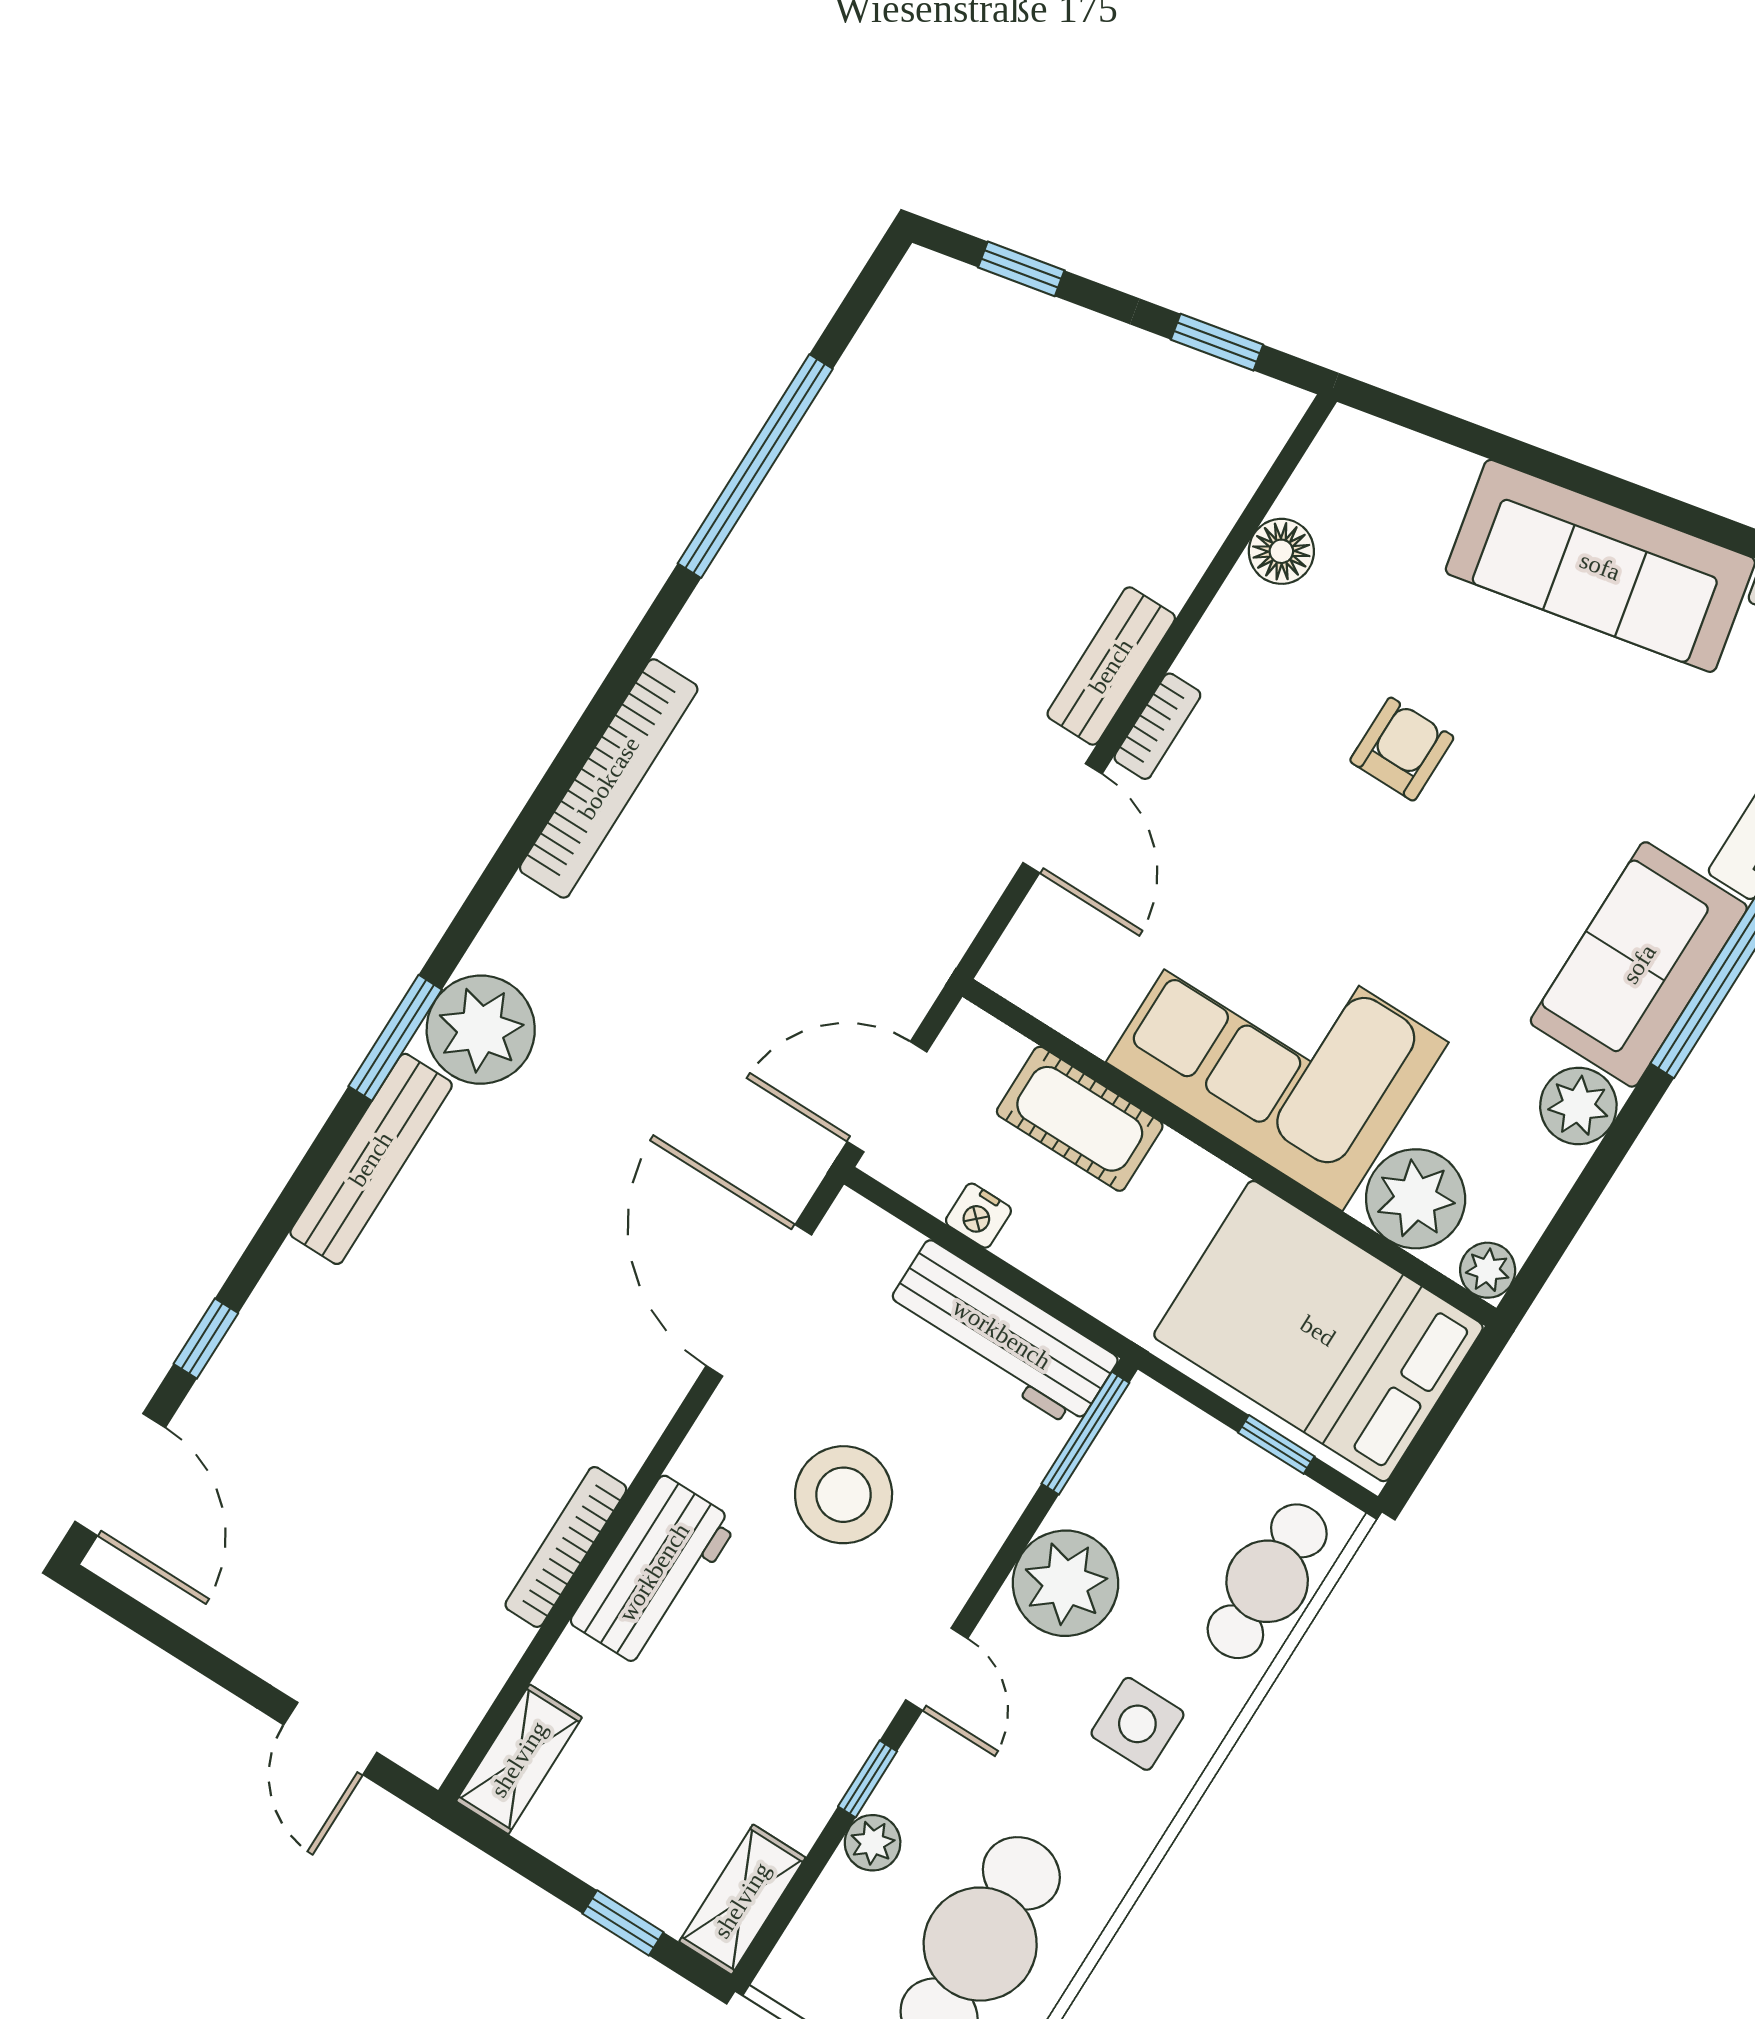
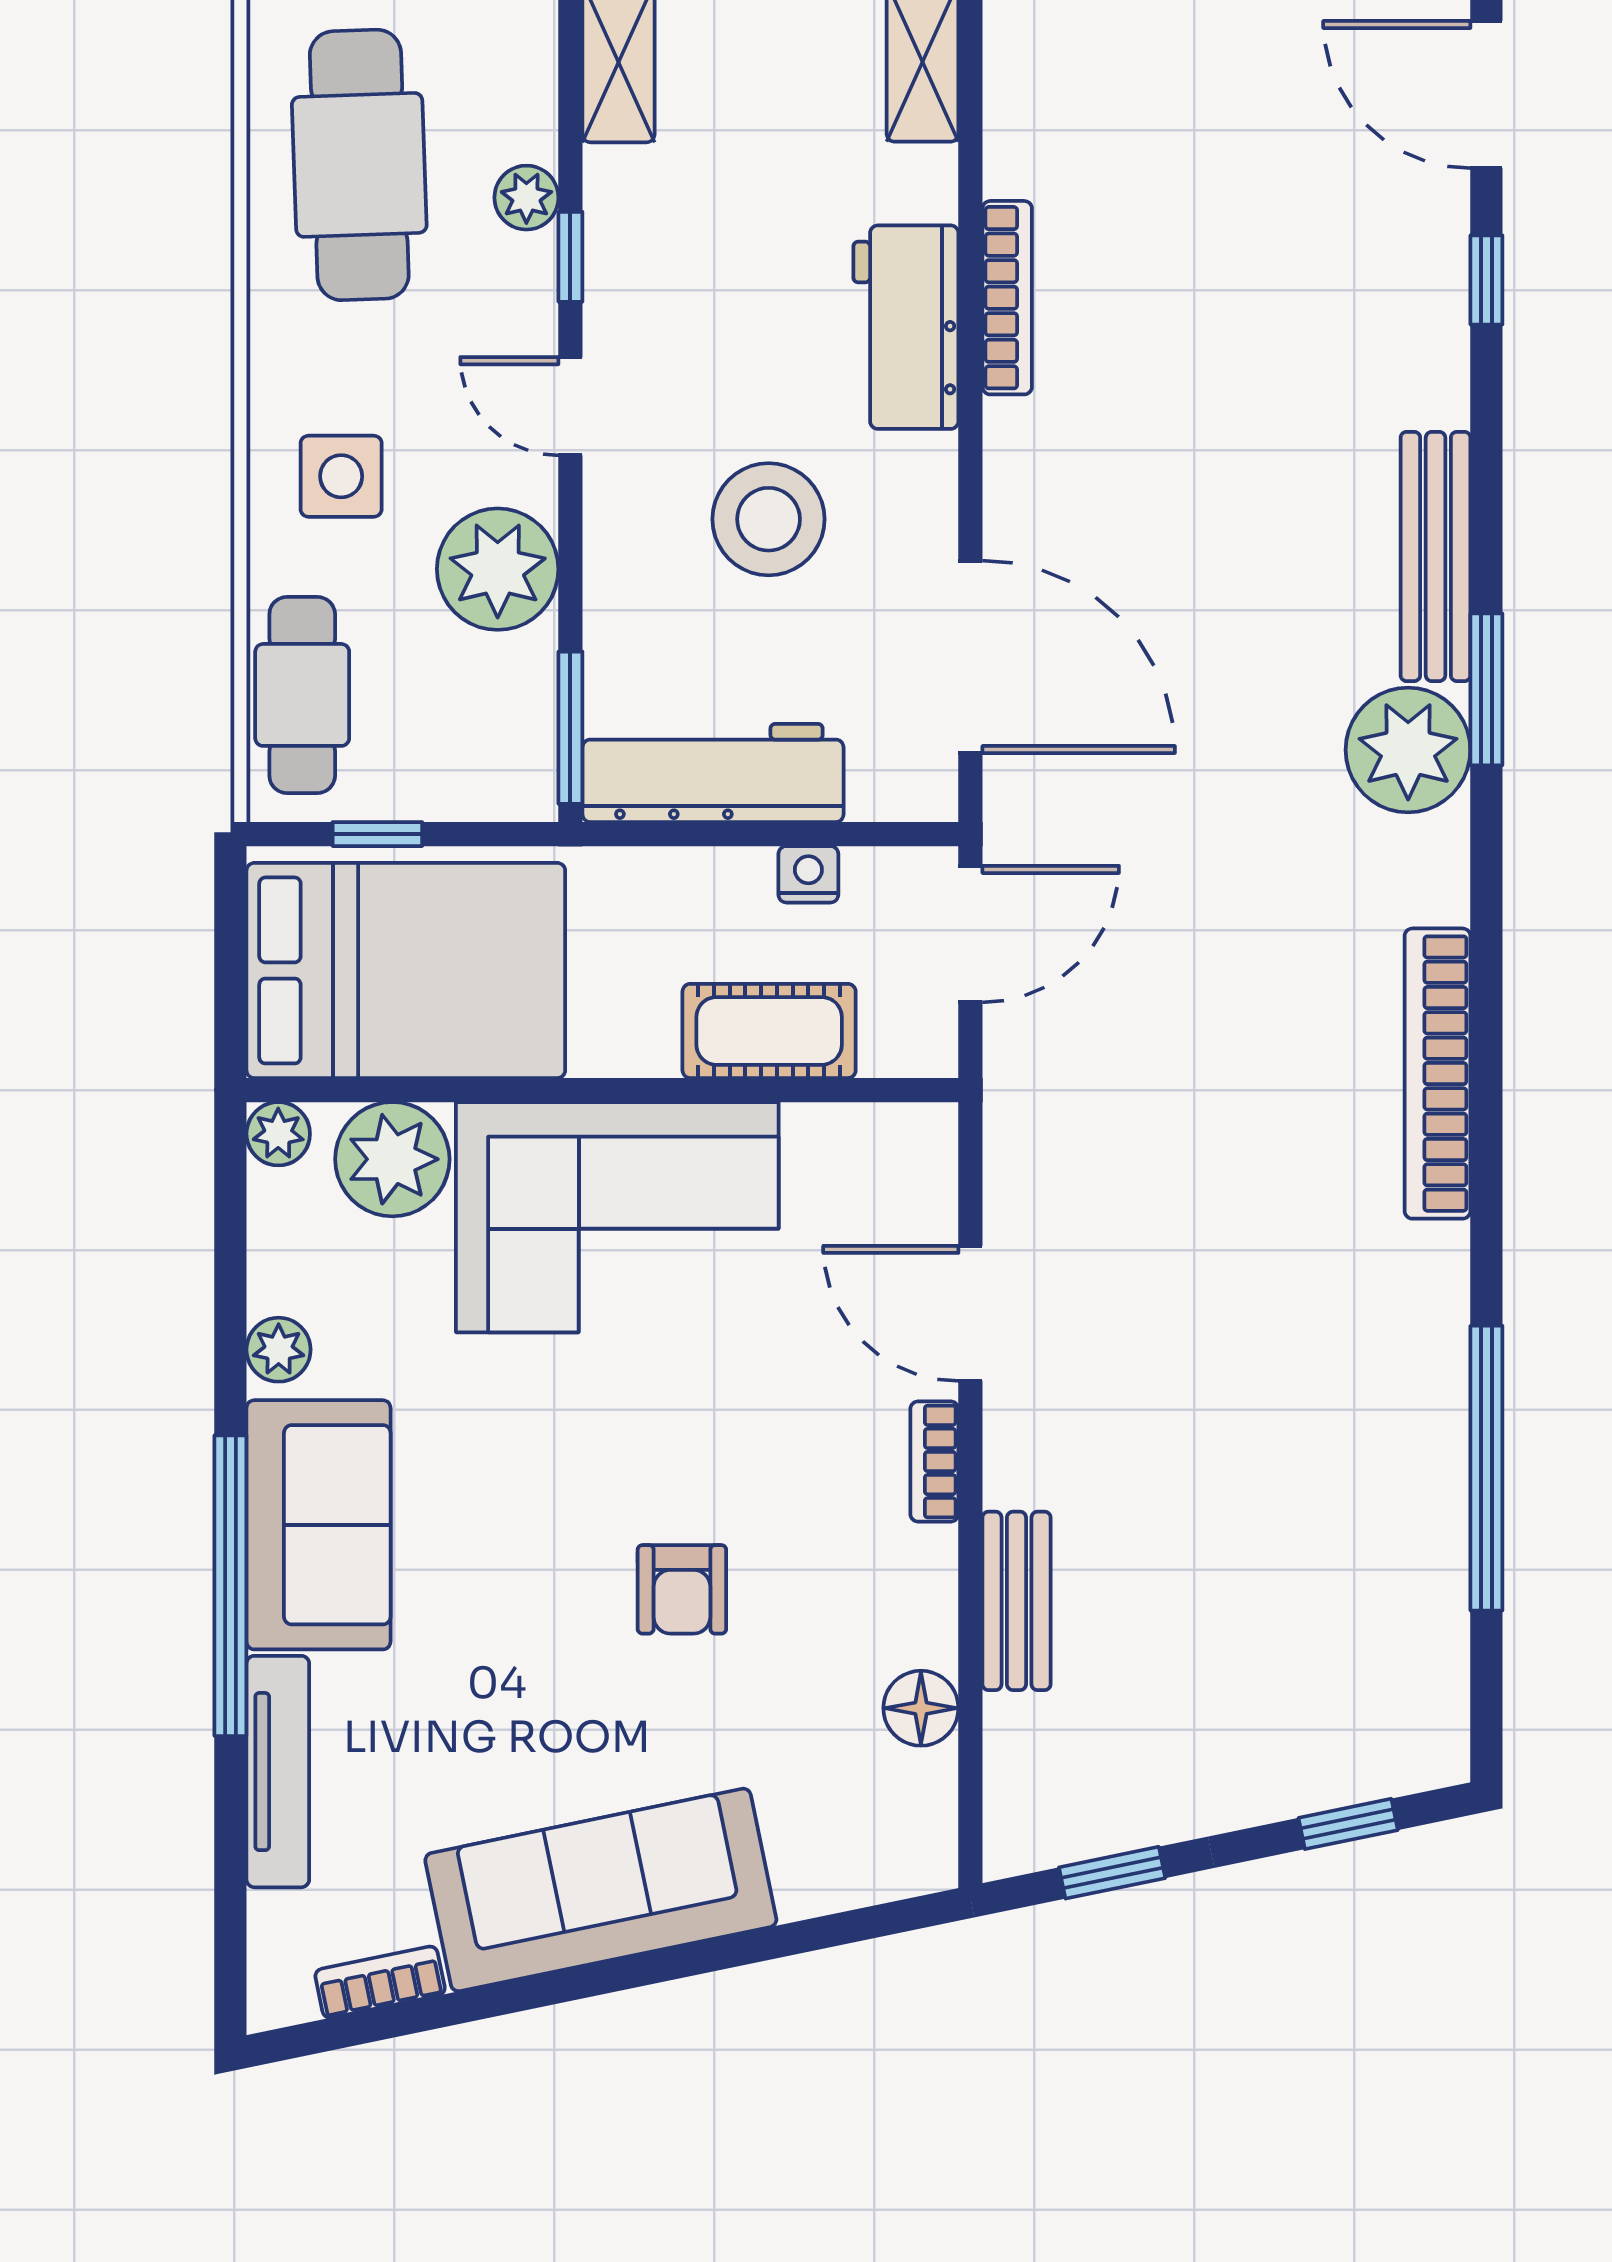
bench: (1111, 666) -> (1016, 1601), moved
plant: (1578, 1106) -> (279, 1350), width x0.73, depth x0.73

